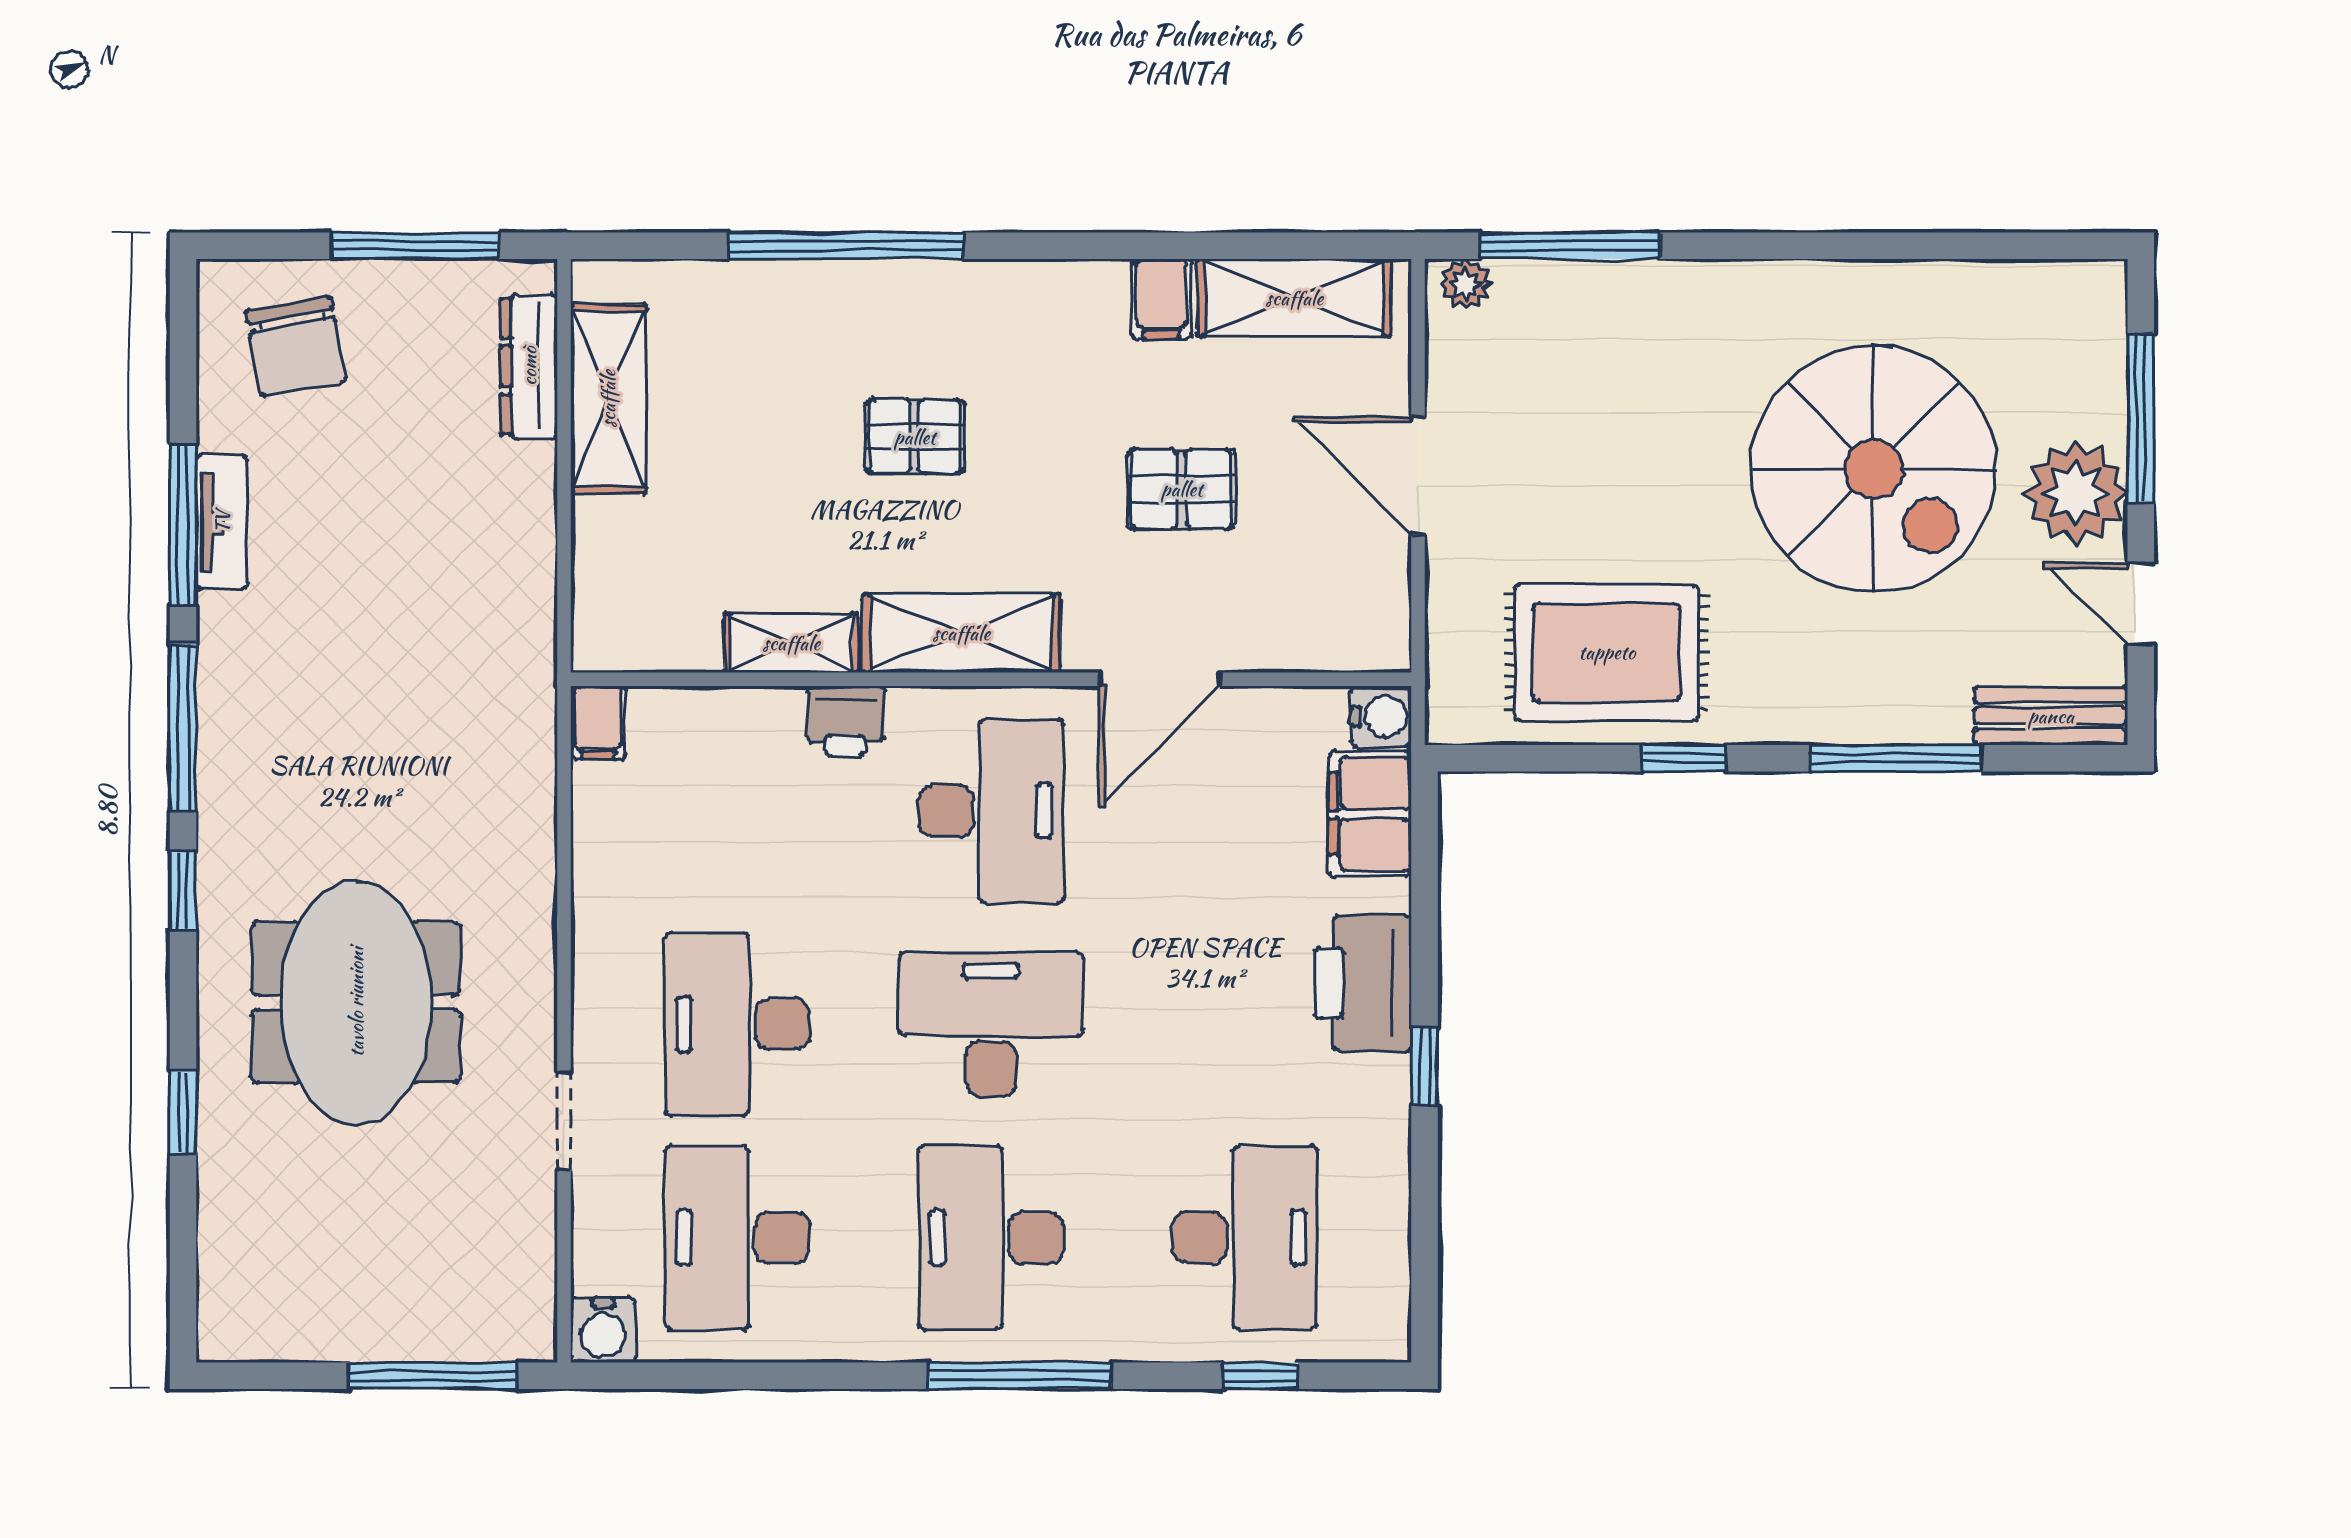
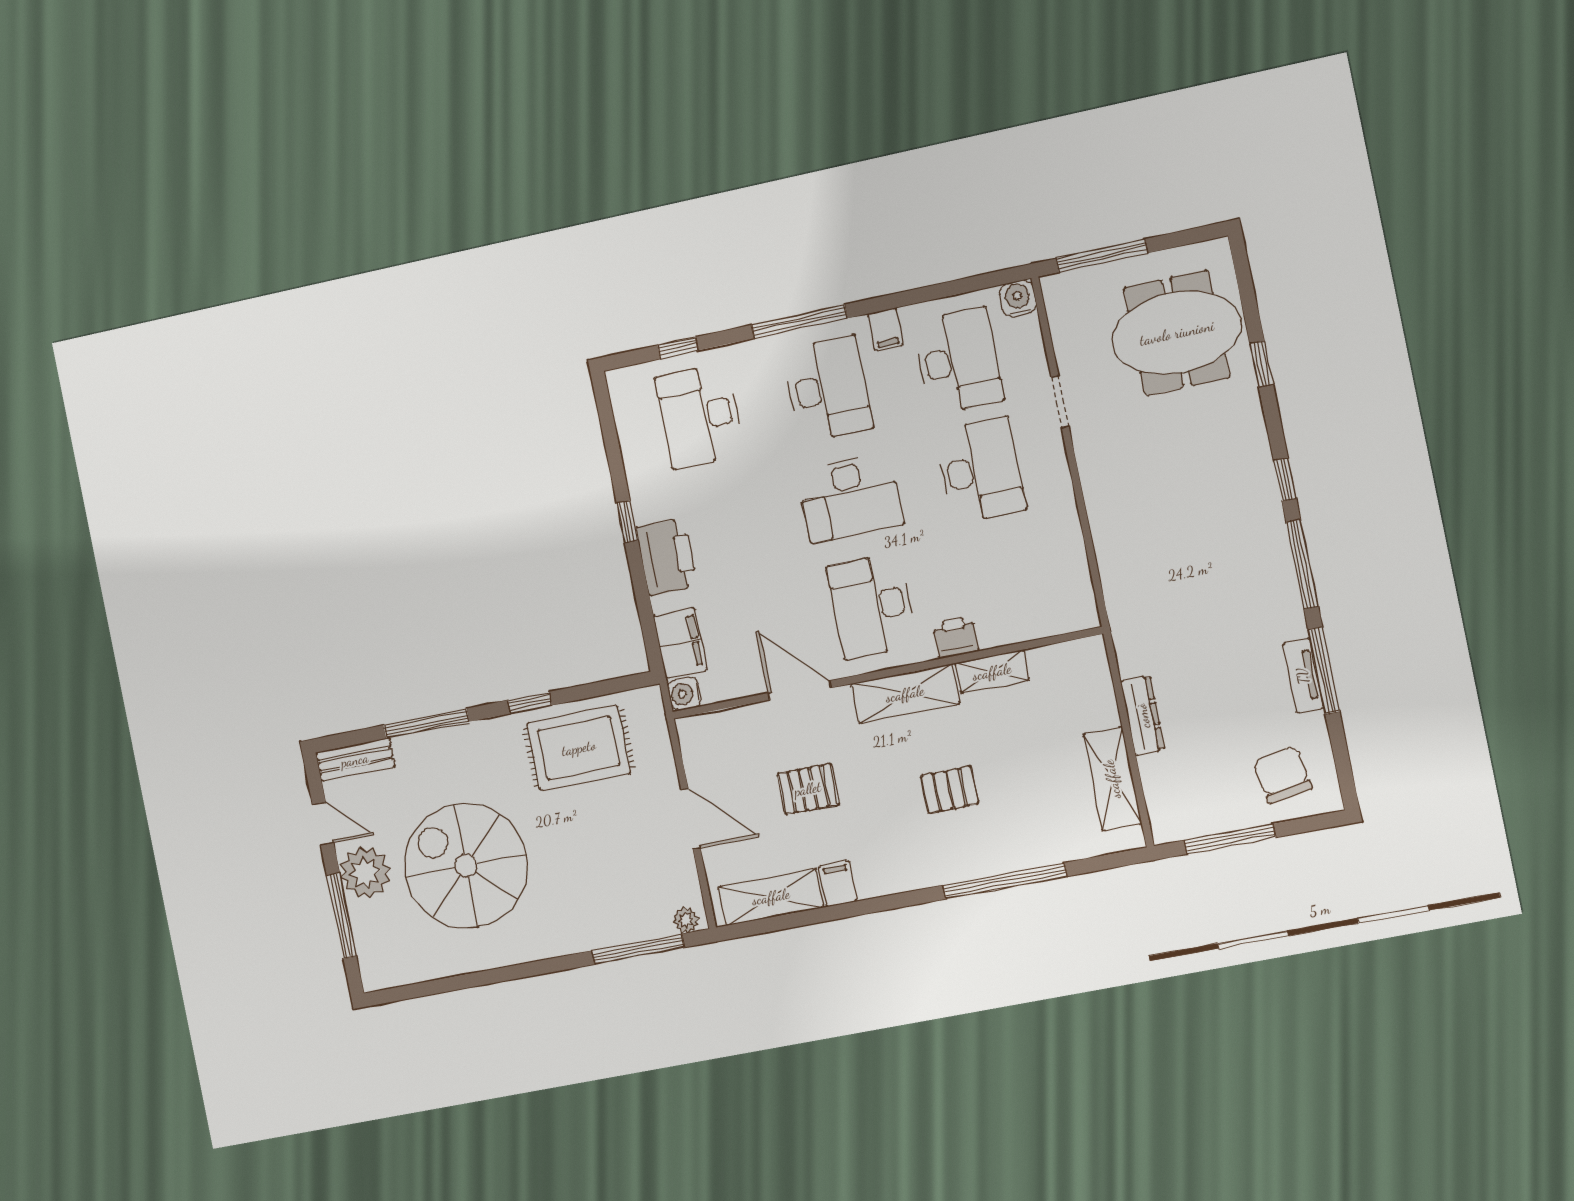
dresser: (529, 366) -> (1143, 716), moved
door: (1160, 679) -> (800, 690), hinge flipped
filing cabinet: (598, 723) -> (885, 329), moved, turned 180
meeting table: (356, 1002) -> (1177, 333), moved, turned 90

